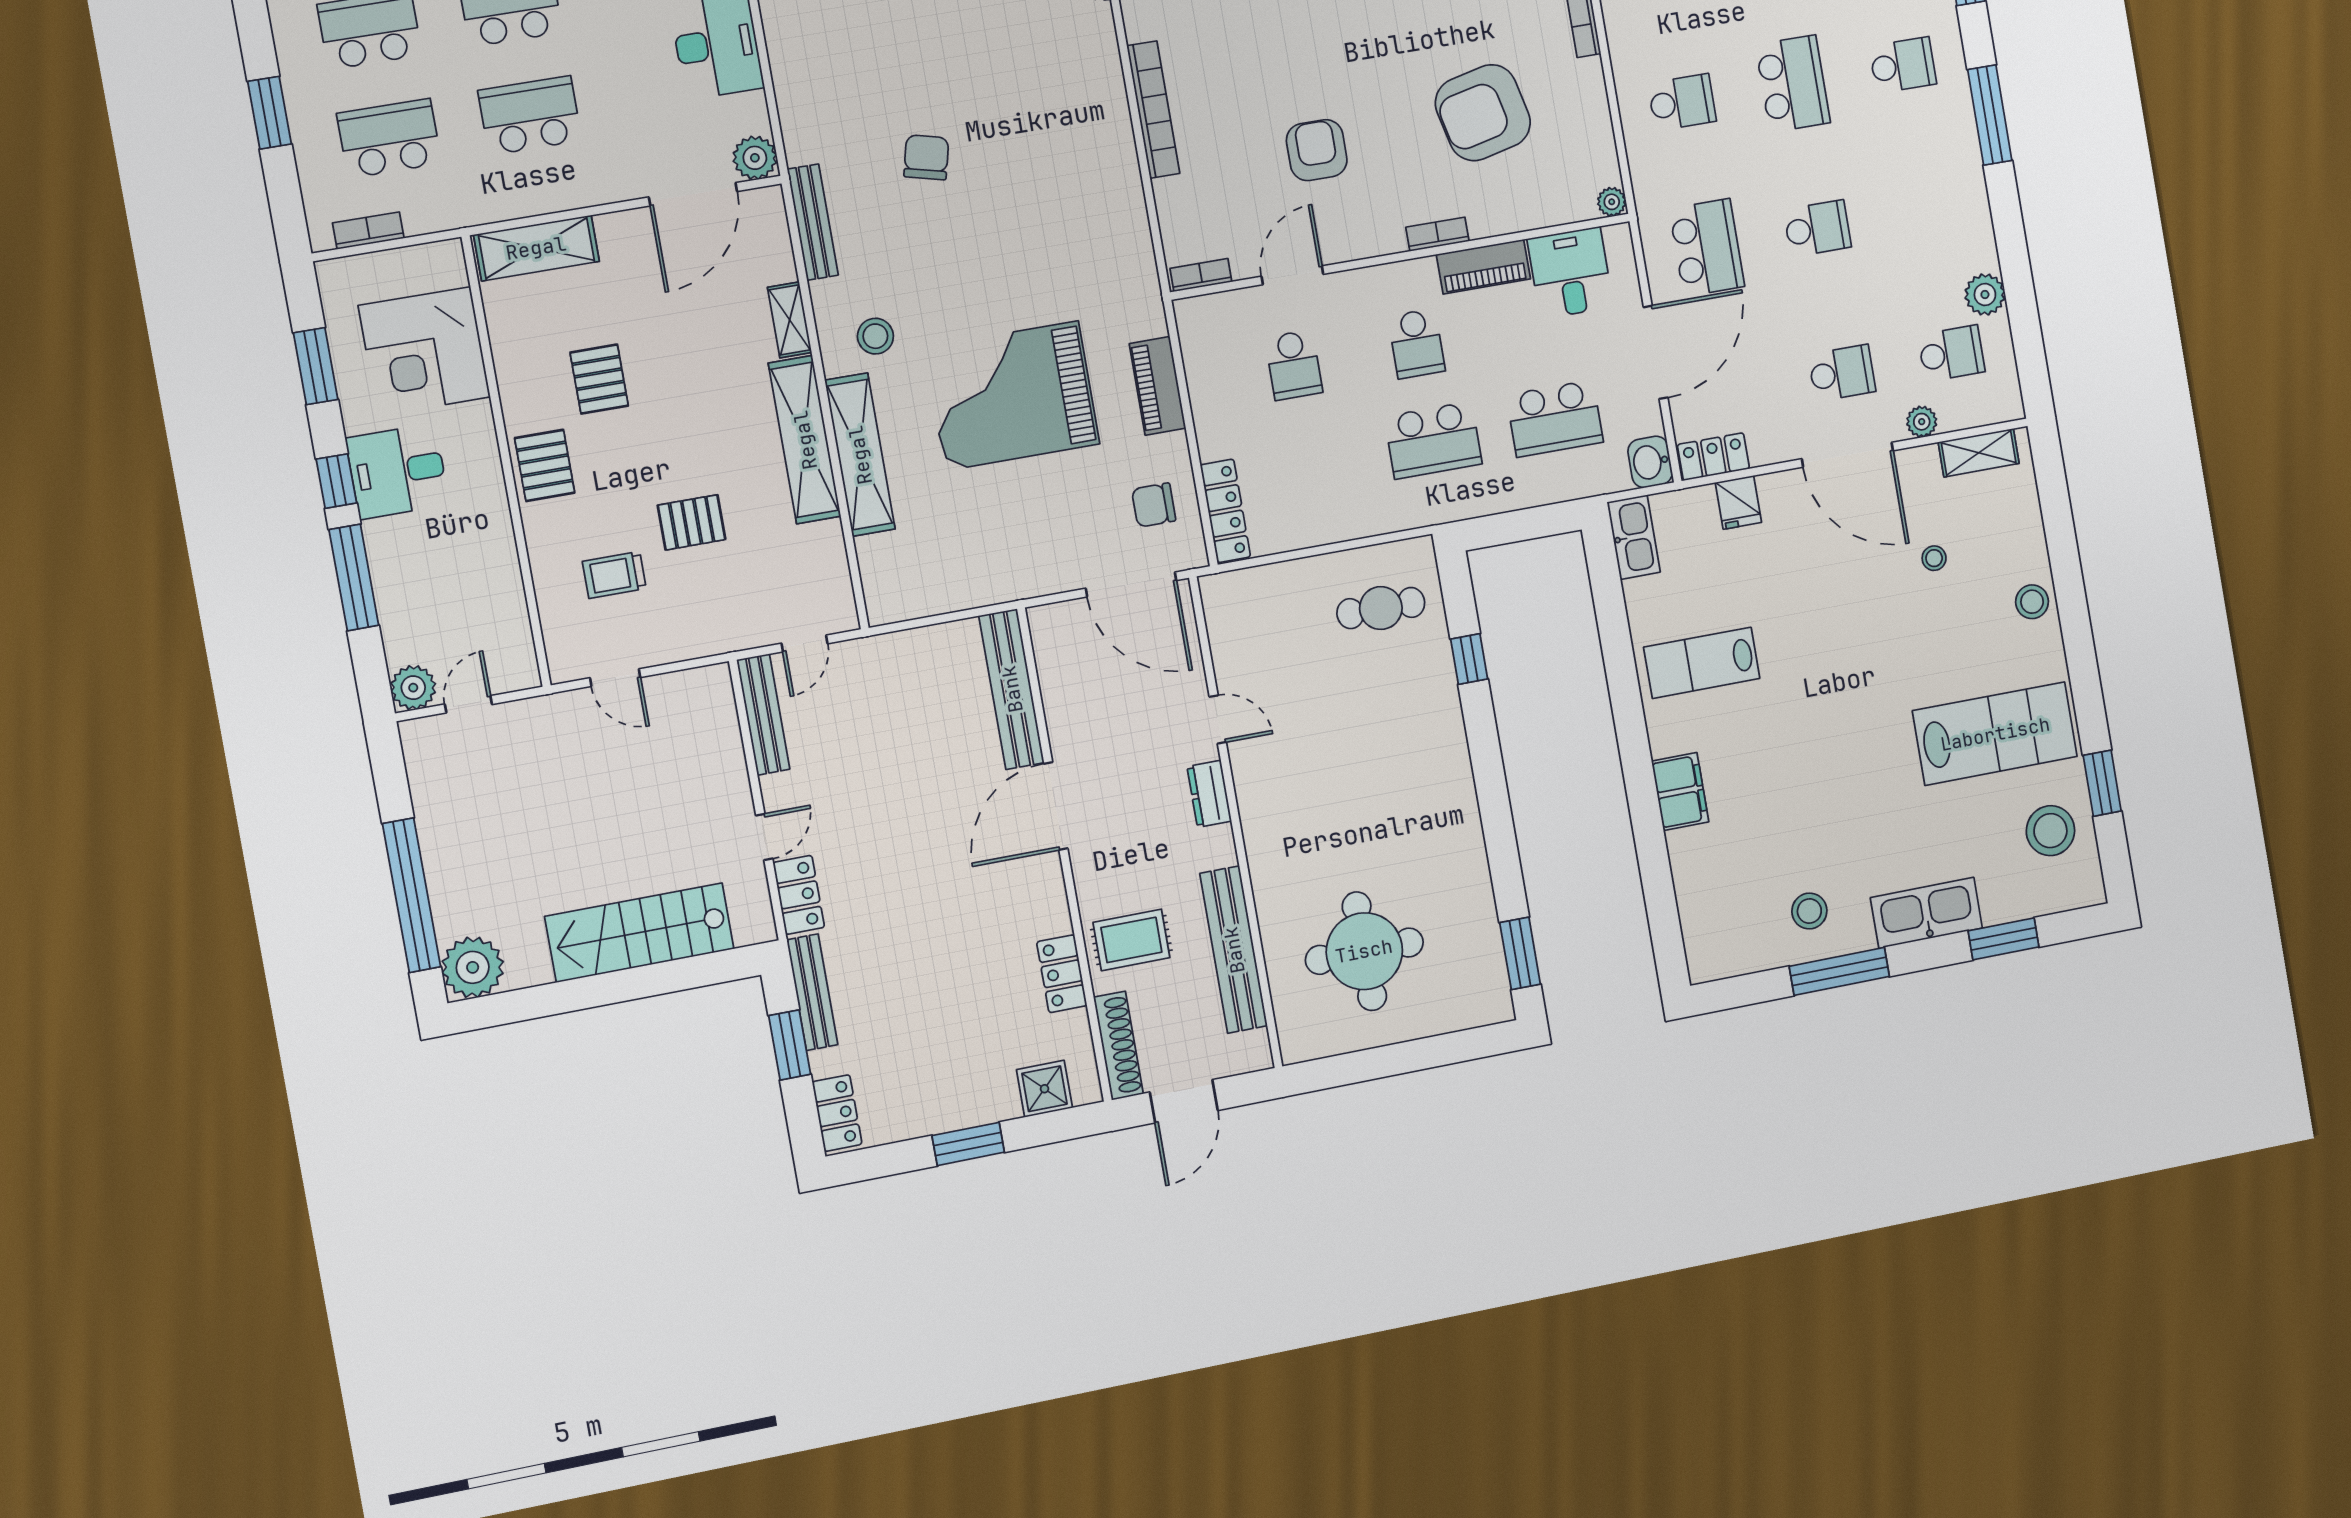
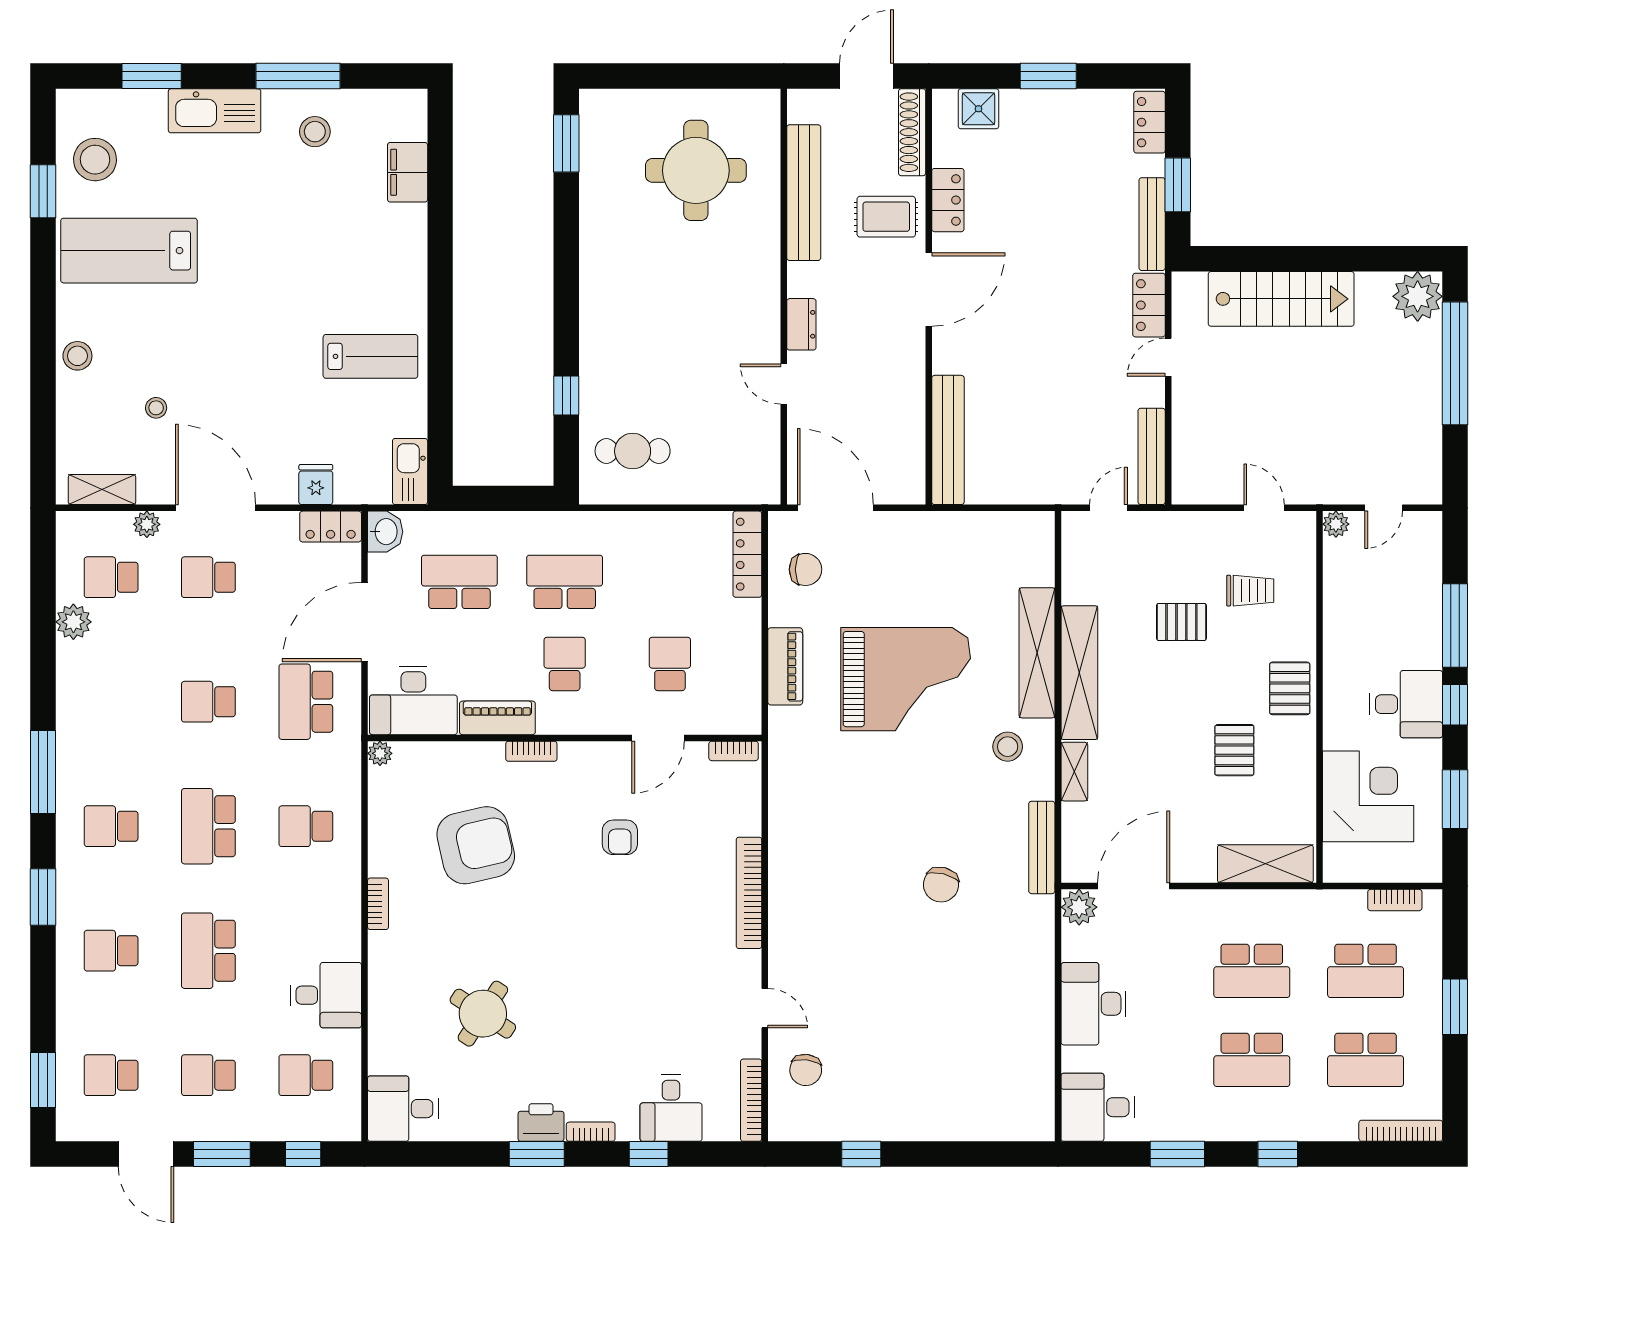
armchair: (1317, 150) -> (620, 837), width x0.72, depth x0.72
desk: (1570, 273) -> (413, 700), width x1.37
plant: (413, 688) -> (1336, 524), moved, width x0.73, depth x0.73
filing cabinet: (1680, 791) -> (408, 172), moved
door: (1056, 806) -> (929, 290), moved

